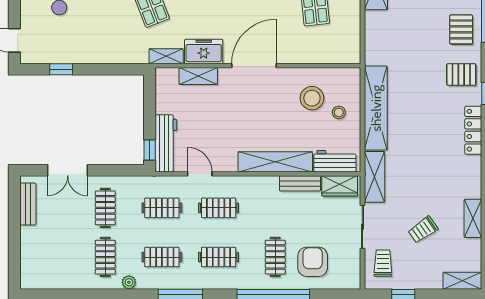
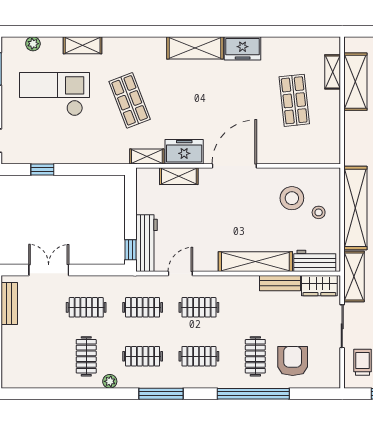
double door: (68, 170) -> (49, 270), swing flipped
door: (200, 174) -> (180, 273), hinge flipped
clothes rail: (105, 208) -> (86, 307), turned 90

